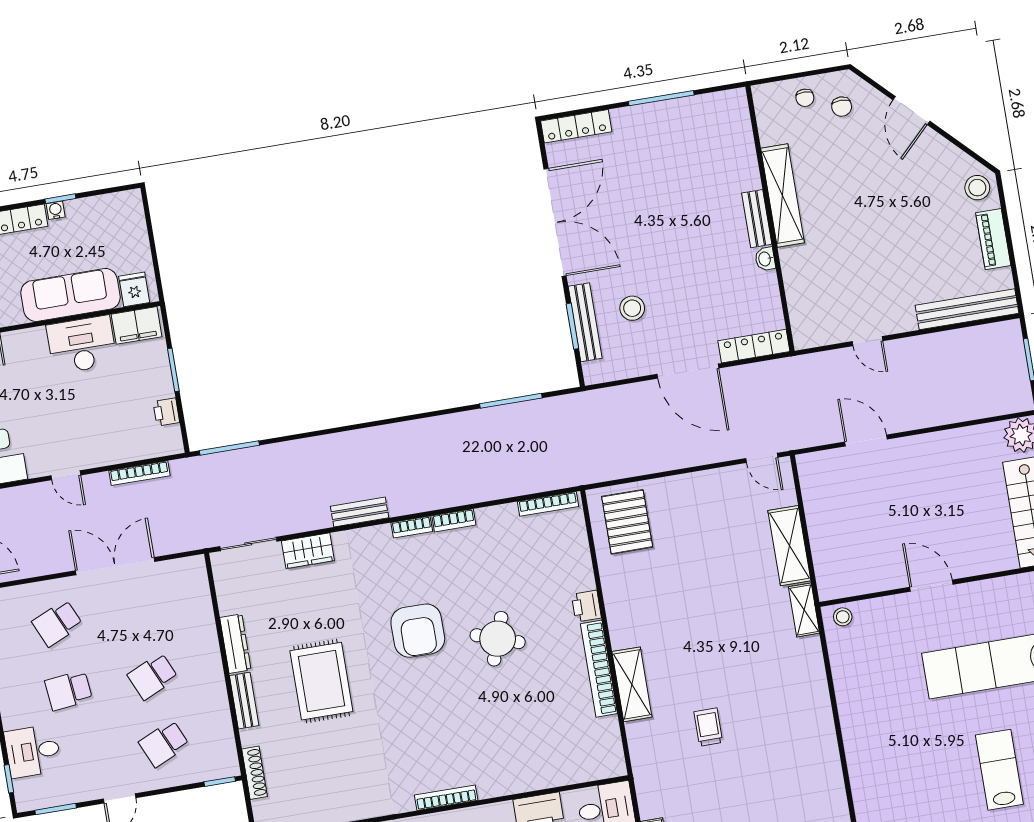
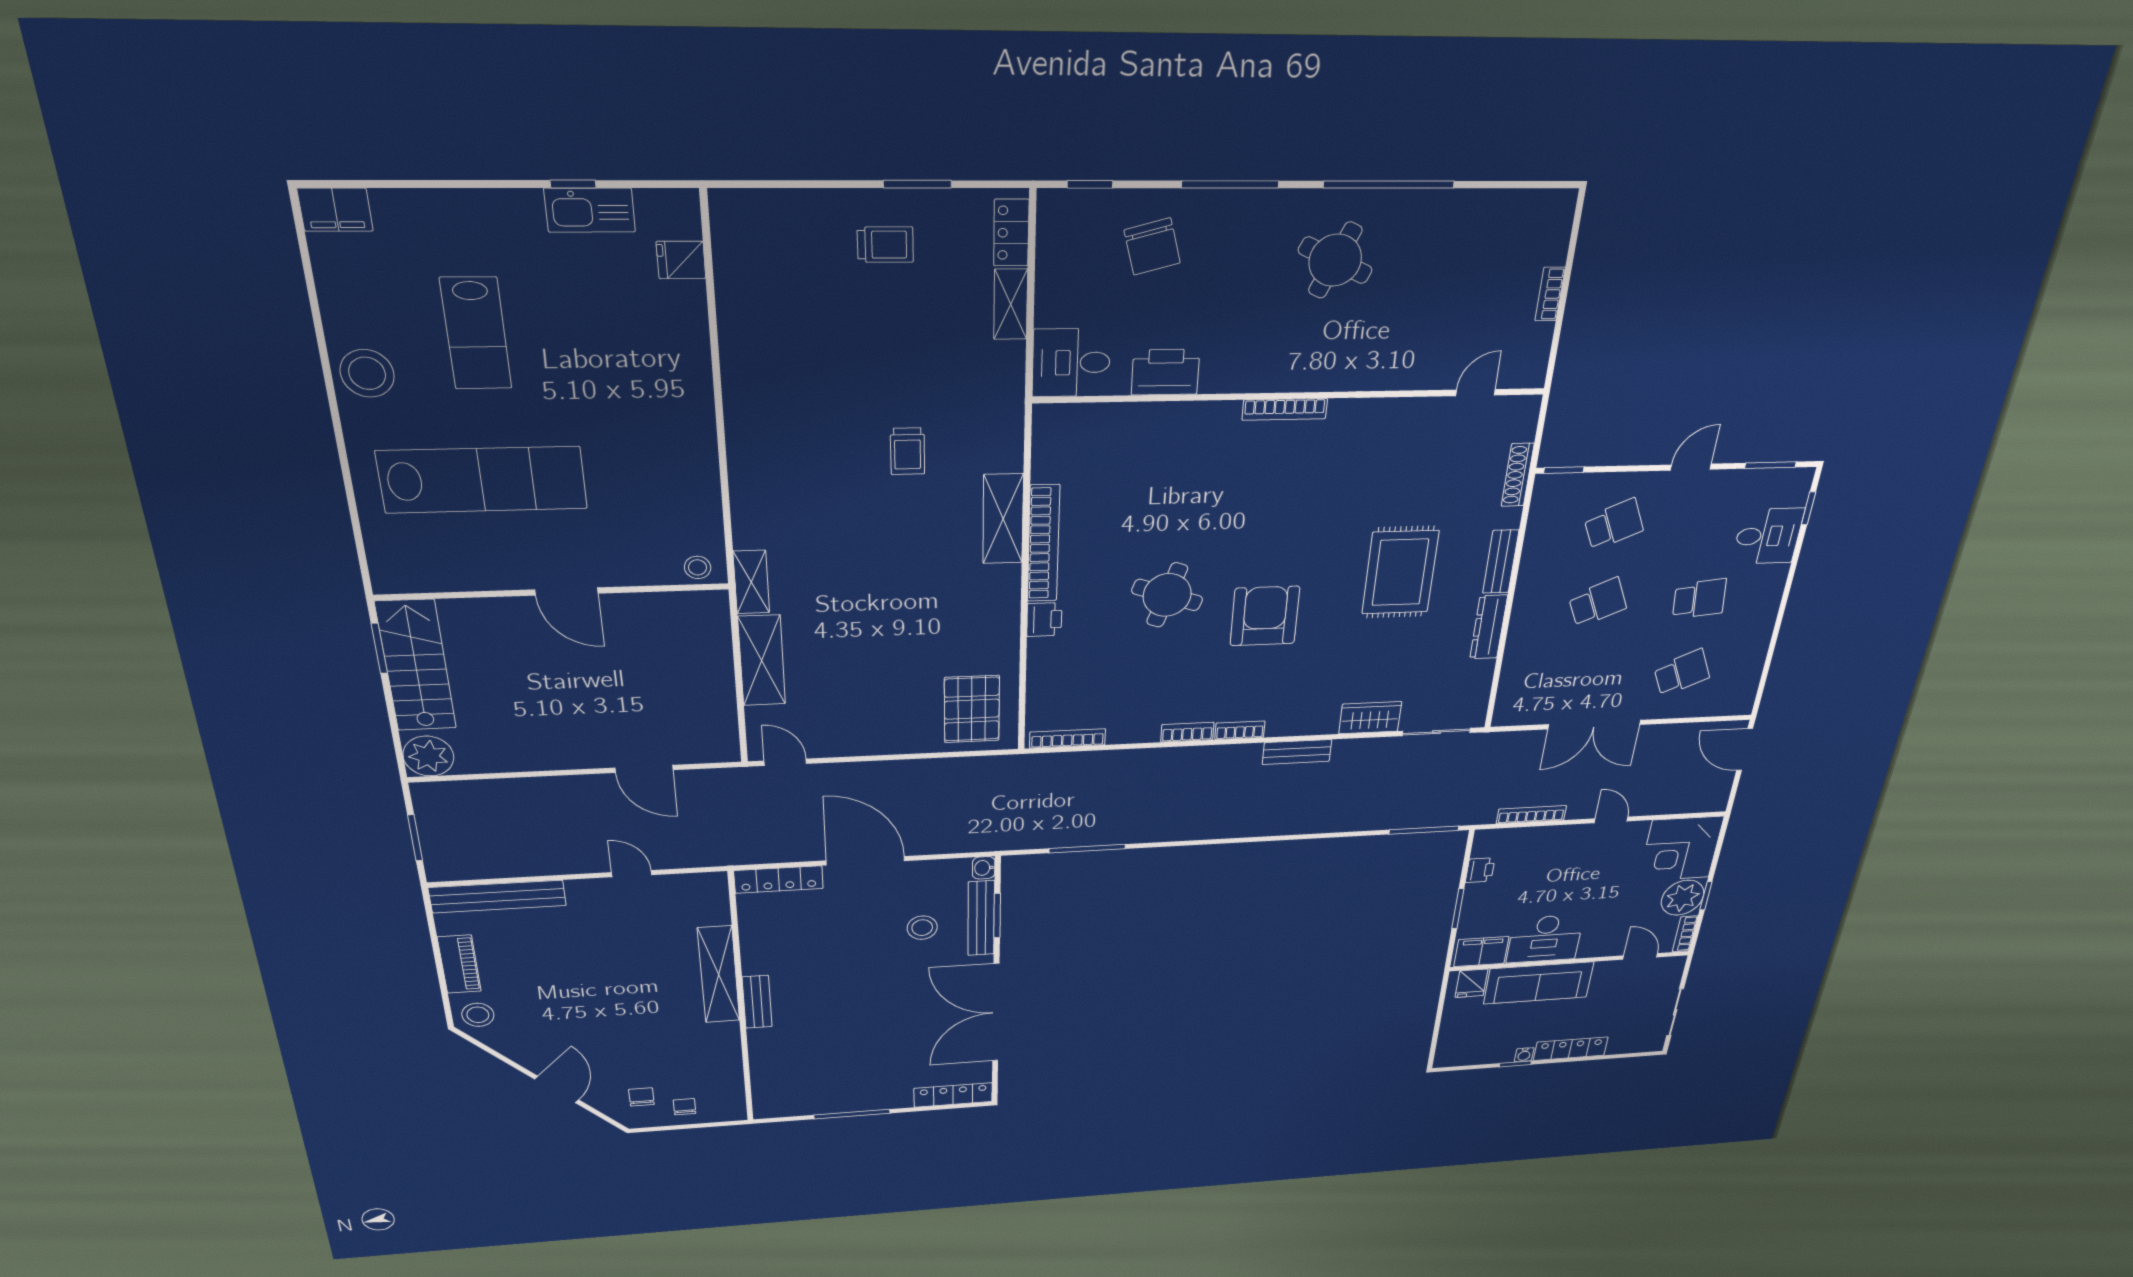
shelving: (783, 196) -> (719, 975), moved
washbasin: (765, 259) -> (984, 868), moved, turned 180

